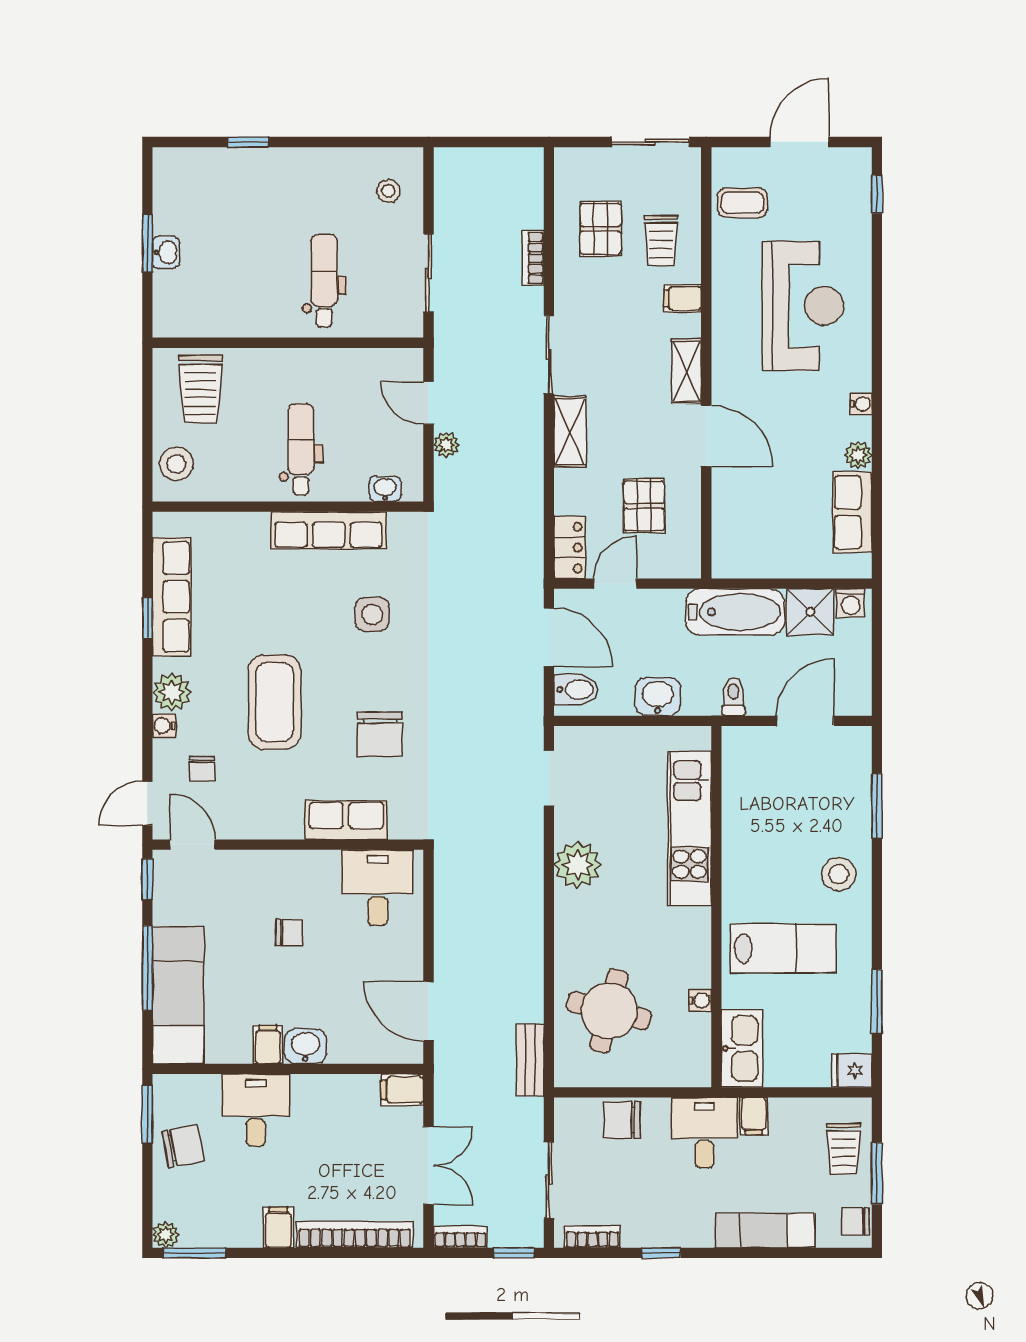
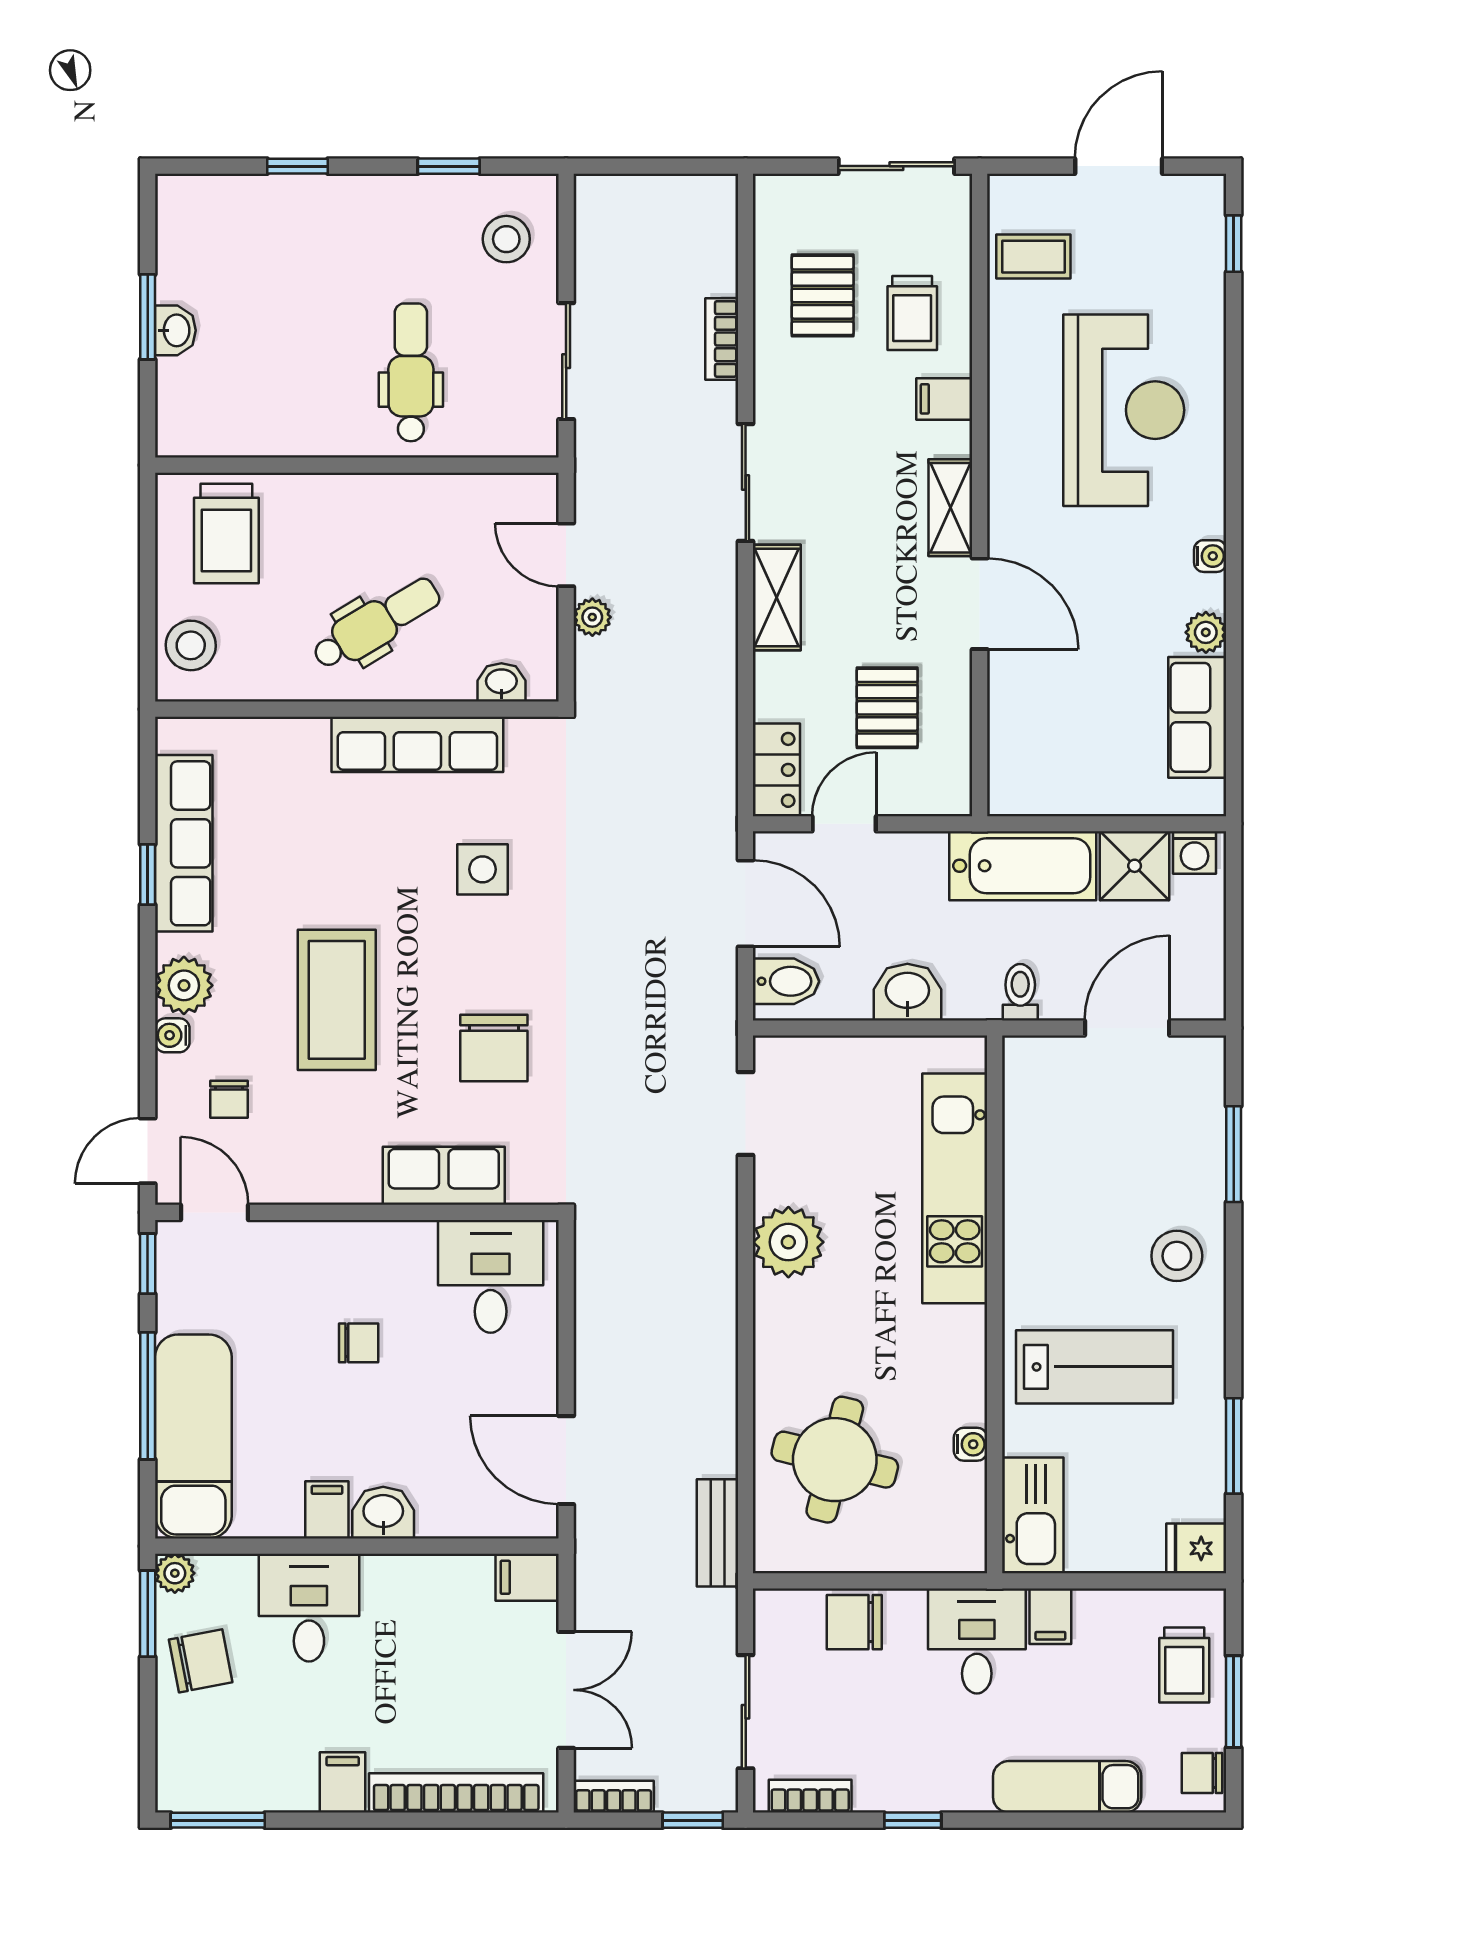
window: (350, 142) -> (449, 166), added
stool: (388, 191) -> (506, 239), width x1.37, depth x1.37
dental chair: (301, 449) -> (376, 624), turned 59
plant: (166, 1235) -> (175, 1573), moved

